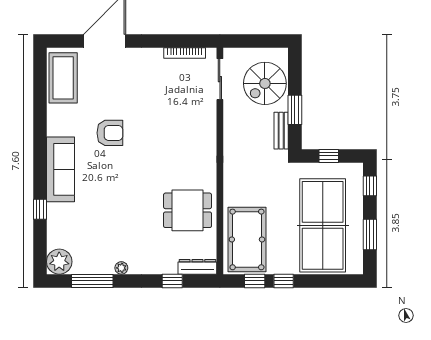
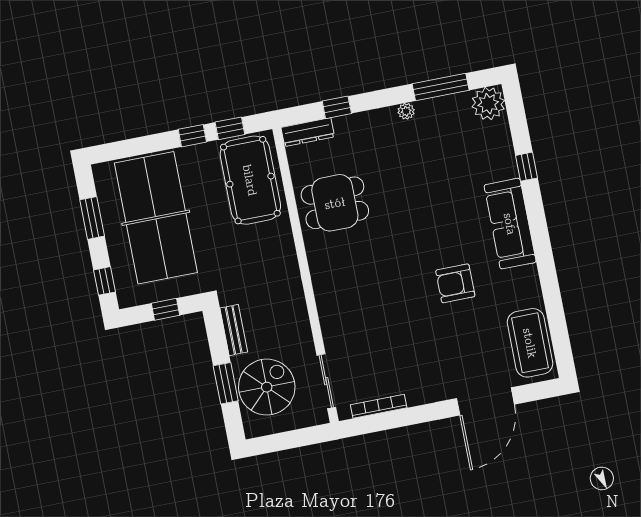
window: (295, 110) -> (226, 383), moved

